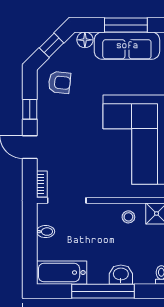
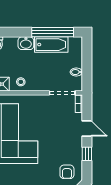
armchair: (60, 82) -> (67, 172), turned -96
bathtub: (62, 273) -> (51, 45), moved
window: (103, 291) -> (53, 32), moved

